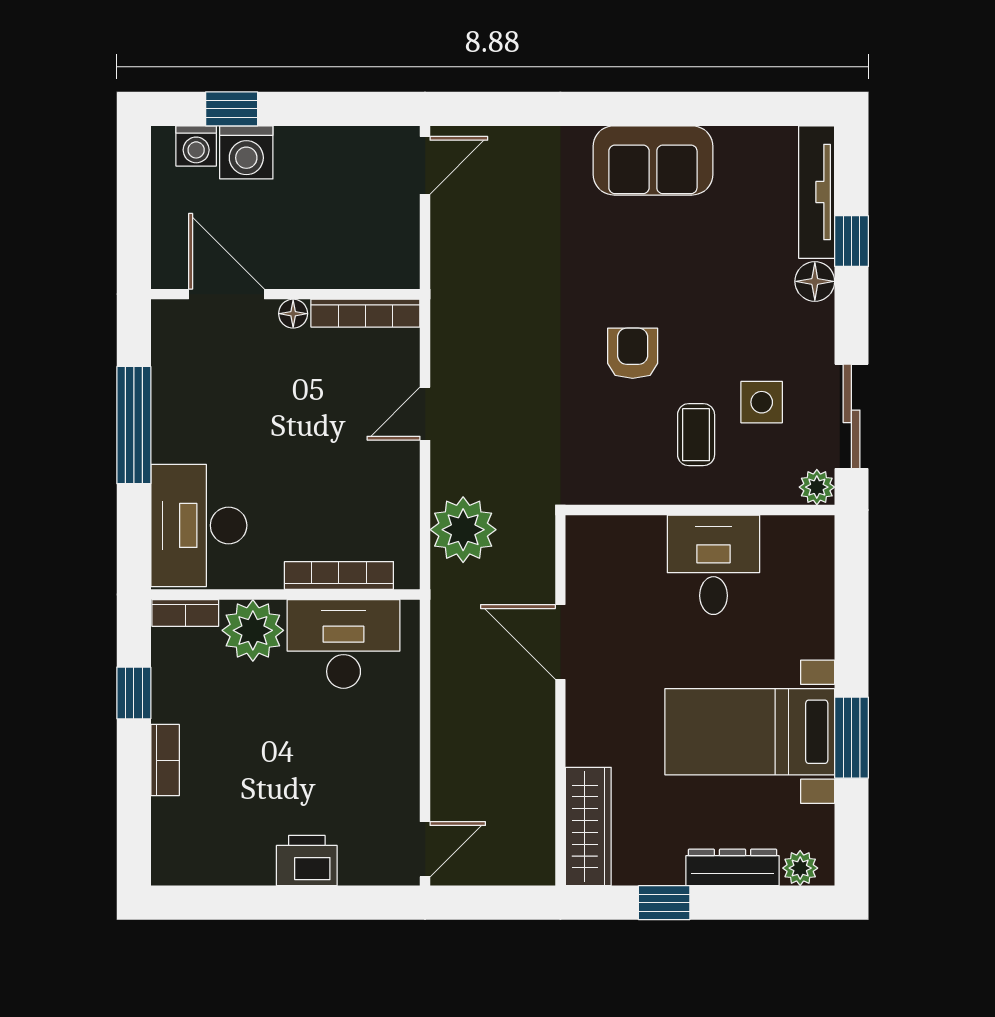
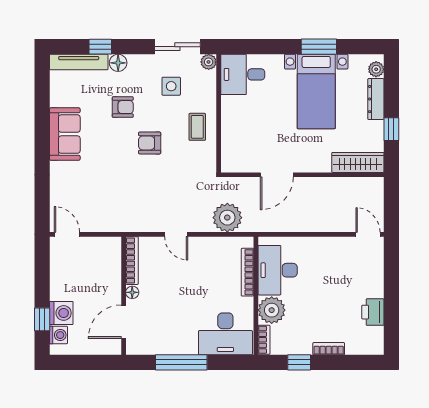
armchair: (714, 292) -> (123, 107), added
coffee table: (696, 435) -> (197, 127), moved, turned 90
desk: (713, 565) -> (243, 74), moved
printer: (307, 861) -> (373, 312), moved

